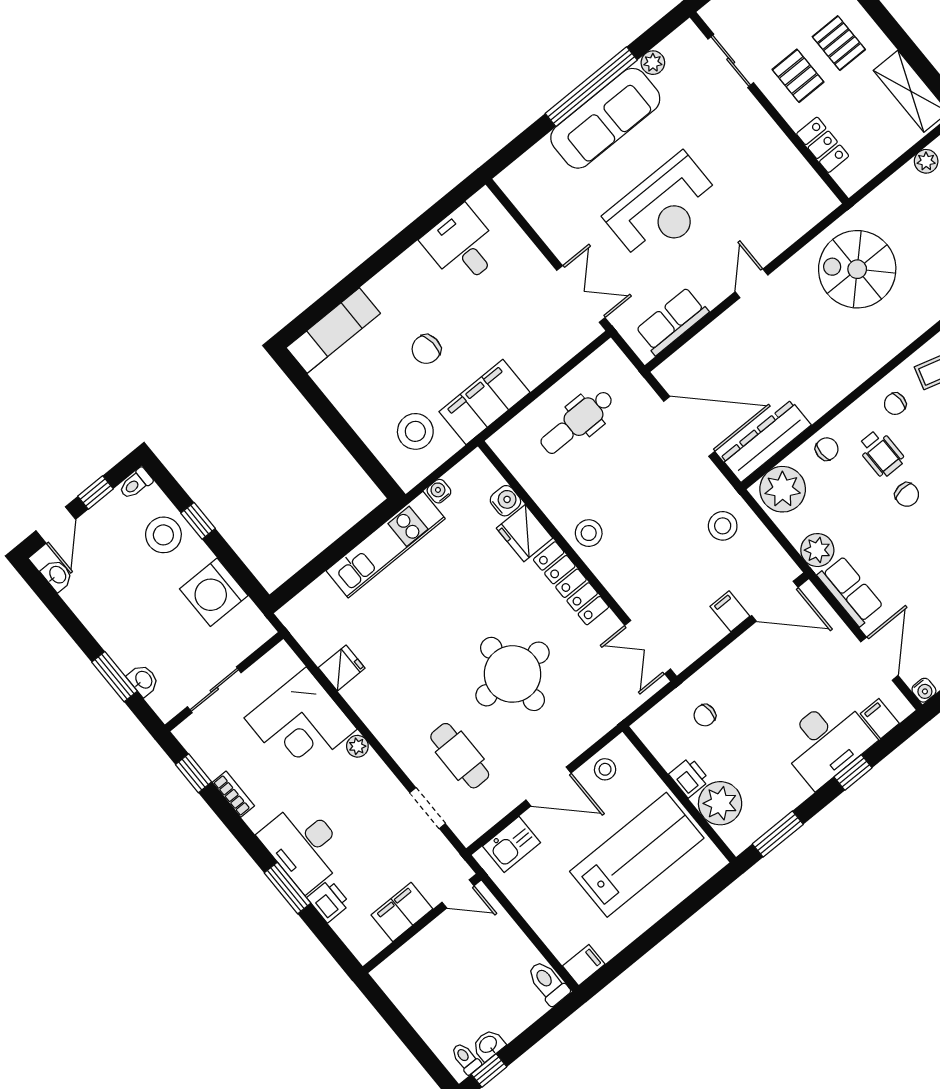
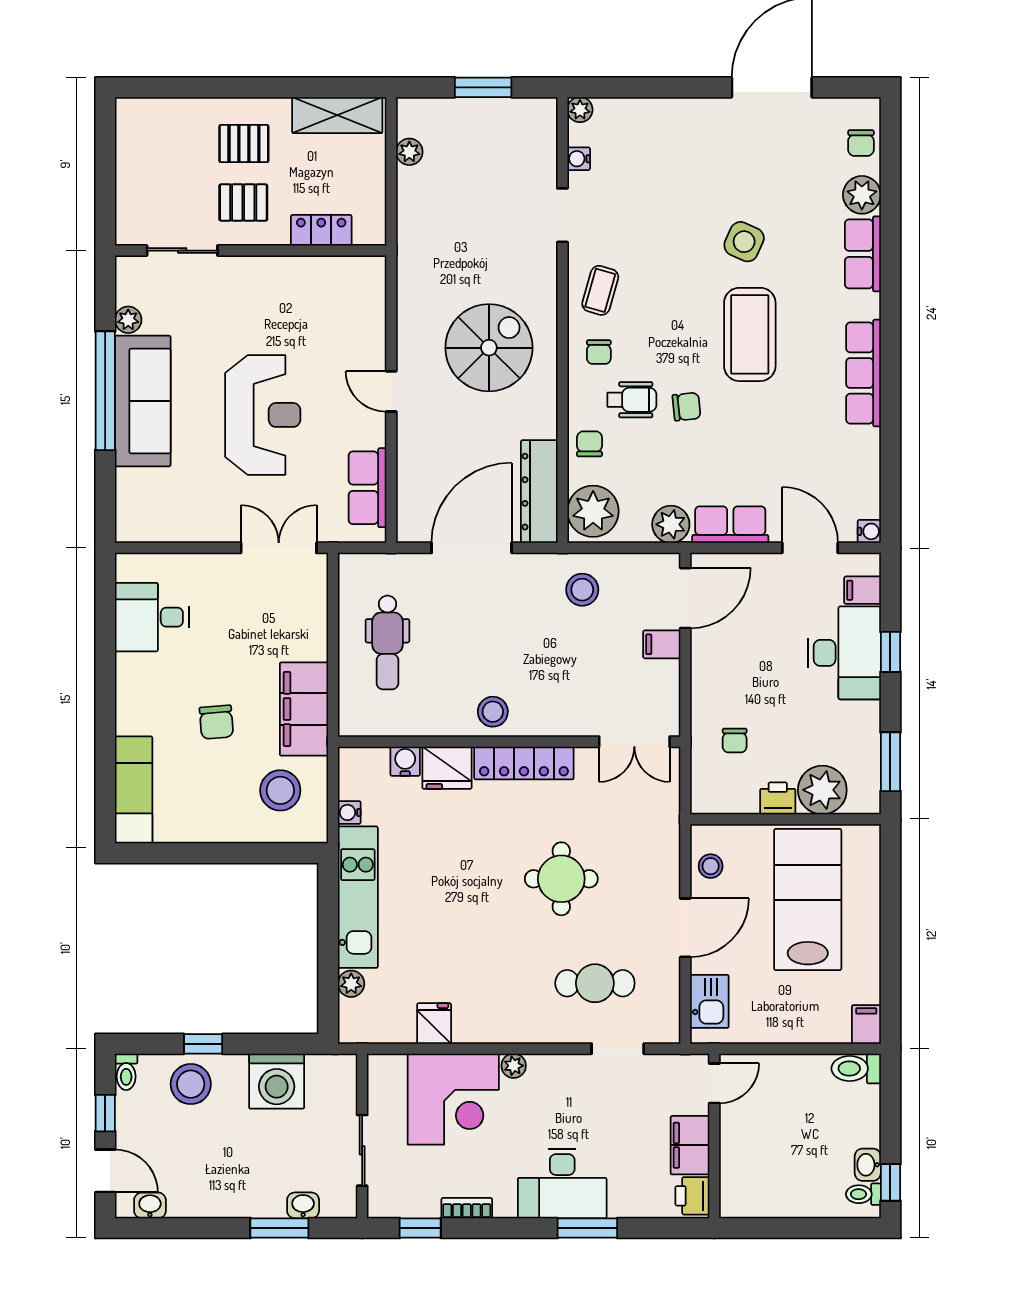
spiral stairs: (857, 269) -> (489, 348), moved, turned 180
plant: (322, 589) -> (351, 984), added
round table: (512, 674) -> (561, 879), width x0.73, depth x0.73
printer: (329, 901) -> (692, 1196), moved, turned -90

